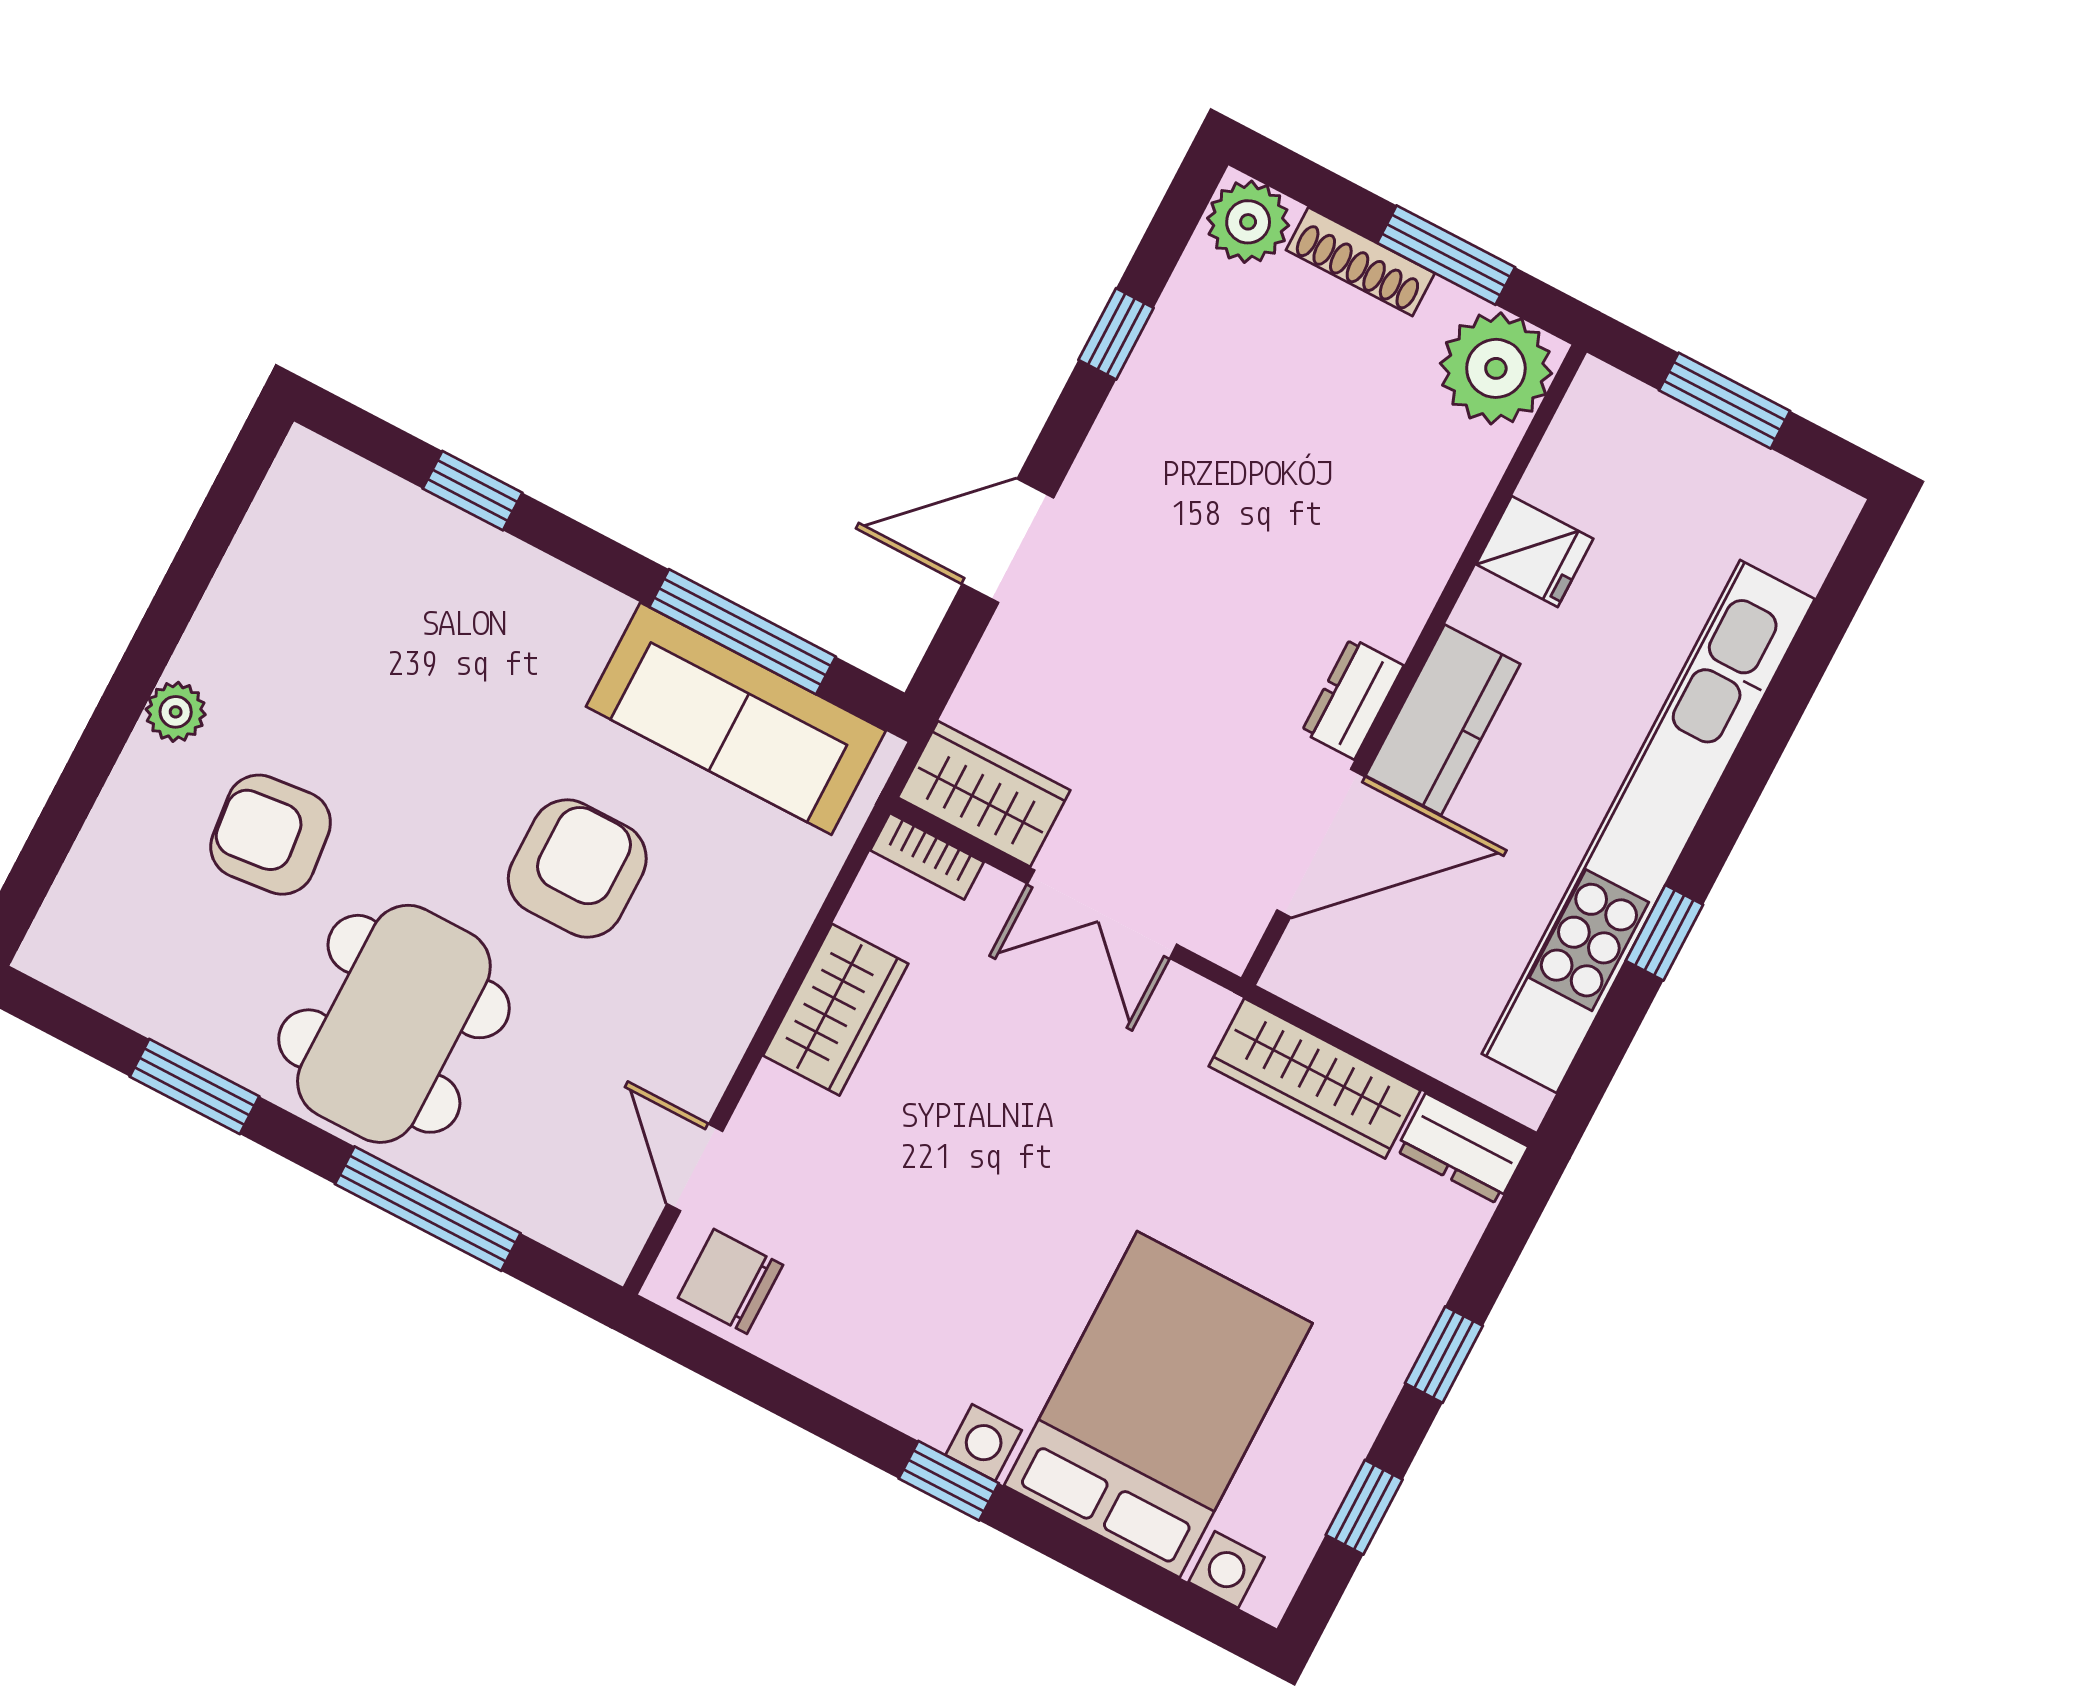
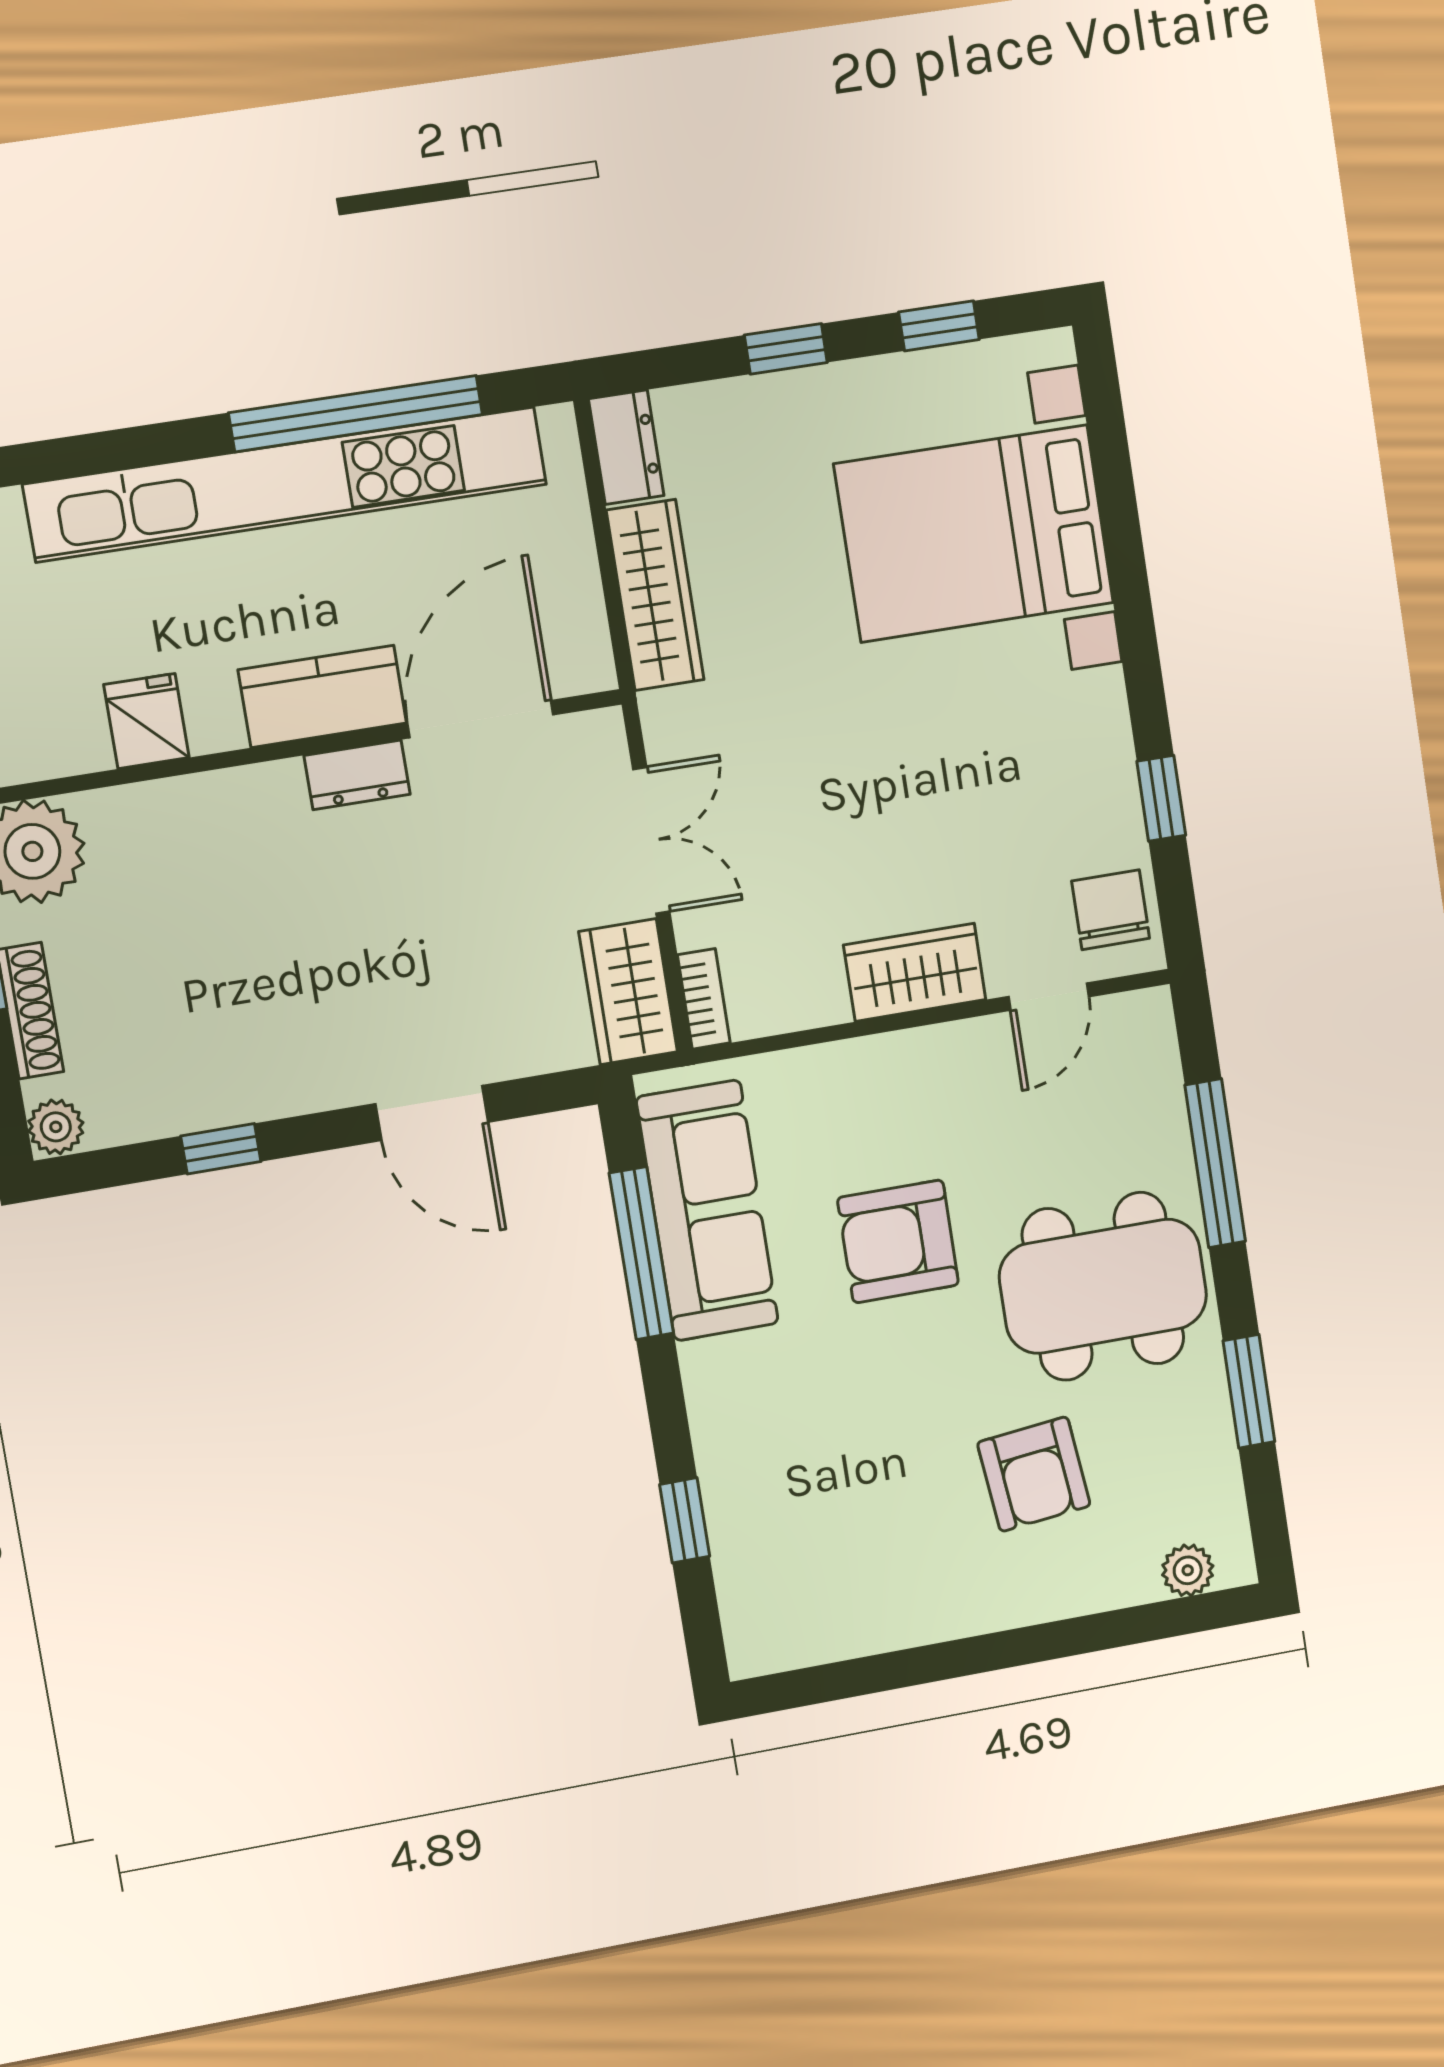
plant: (1248, 222) -> (56, 1127), width x0.73, depth x0.73
plant: (176, 712) -> (1188, 1570), moved
door: (1321, 843) -> (481, 719), hinge flipped
window: (1664, 933) -> (356, 414), width x3.17
wardrobe: (836, 1010) -> (915, 972), moved
chair: (730, 1281) -> (1111, 910), turned 180
window: (949, 1481) -> (1161, 798), moved

